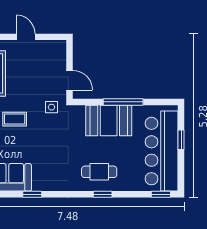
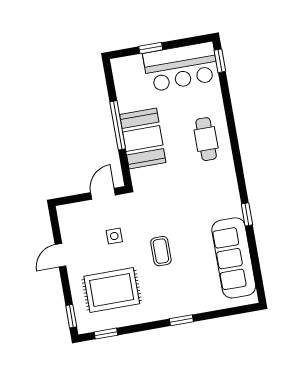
side table: (51, 107) -> (114, 236), moved
bar counter: (162, 151) -> (181, 67), width x0.73
window: (103, 194) -> (232, 130), removed

